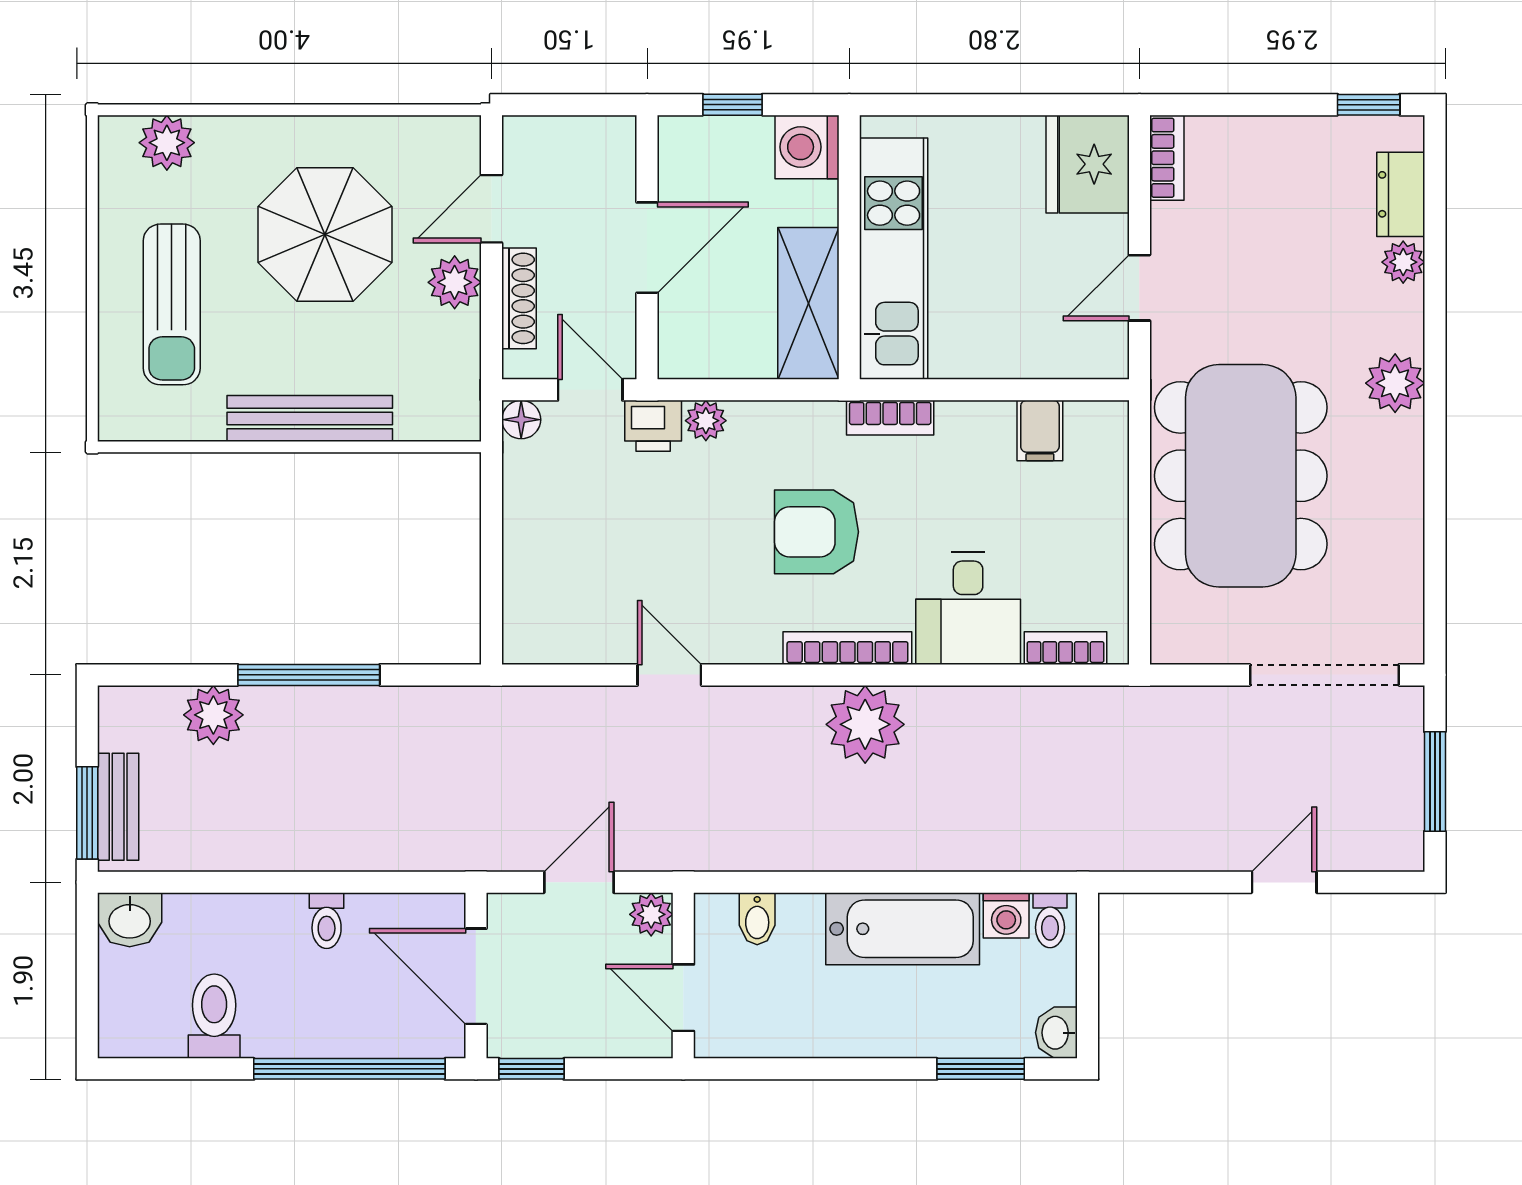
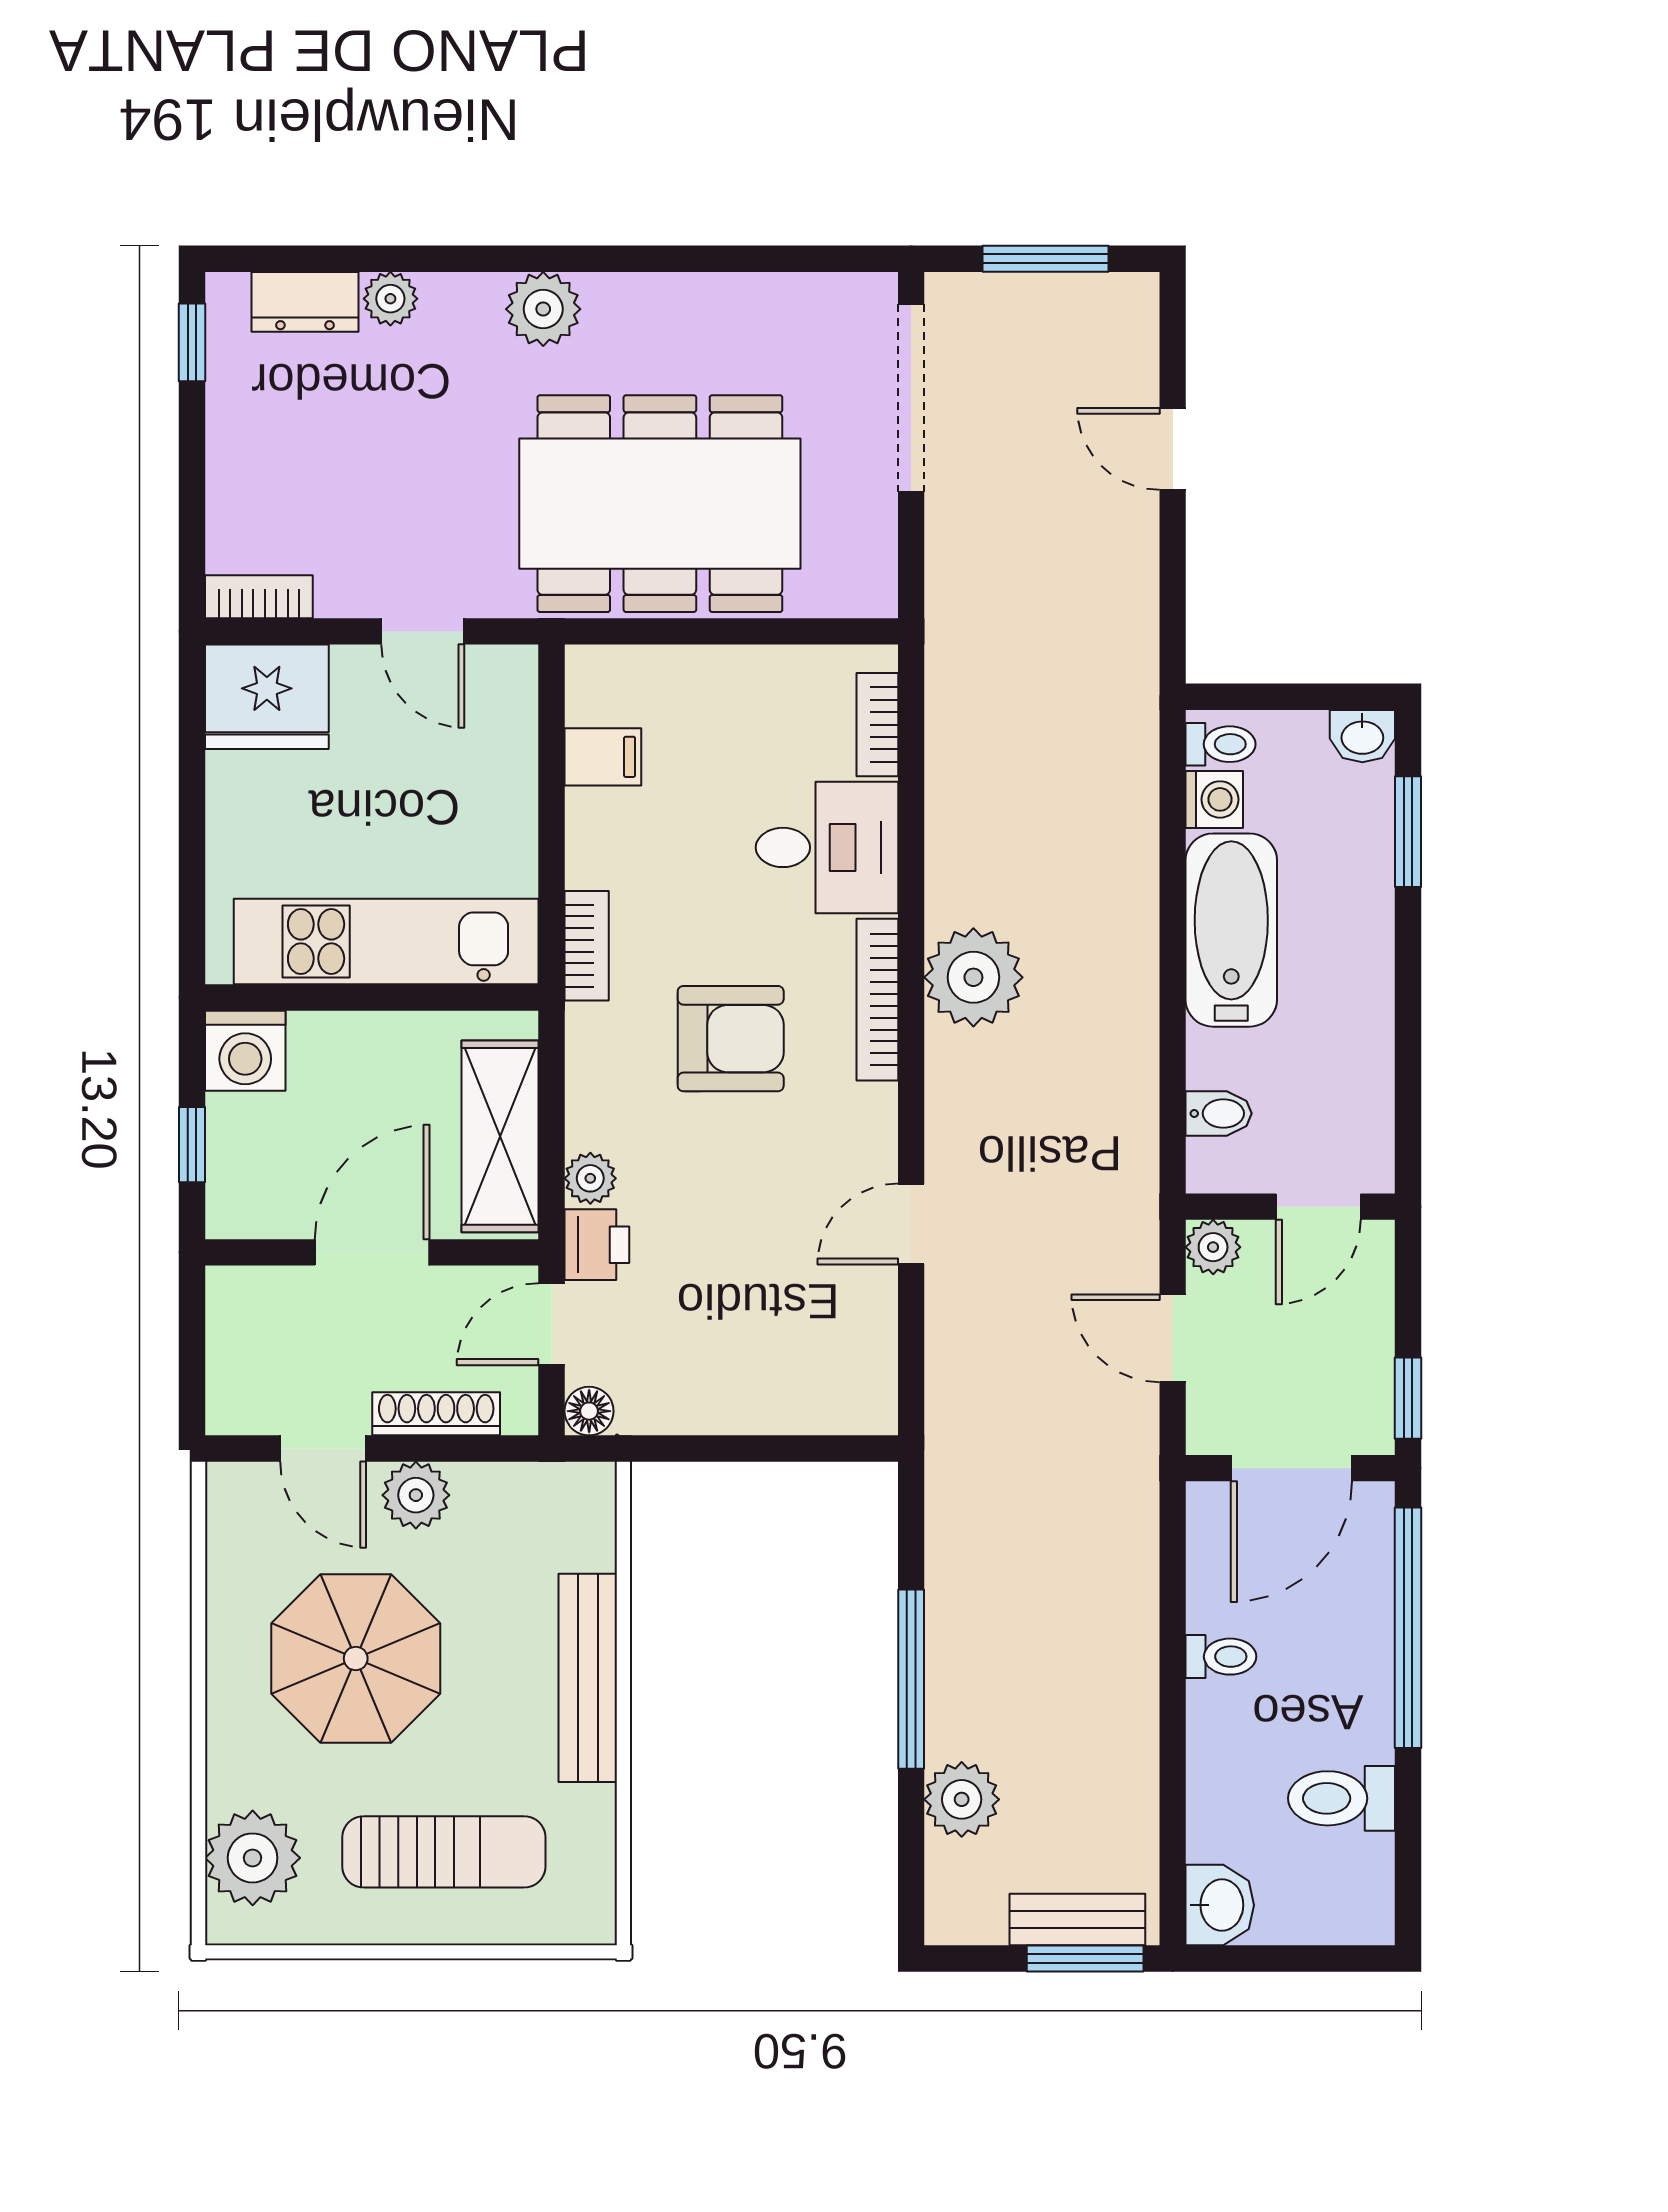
plant: (167, 143) -> (253, 1858), width x1.36, depth x1.36
door: (647, 248) -> (372, 1252), hinge flipped
shelving: (808, 303) -> (500, 1136), moved, turned 90
armchair: (817, 532) -> (731, 1039), turned -90

